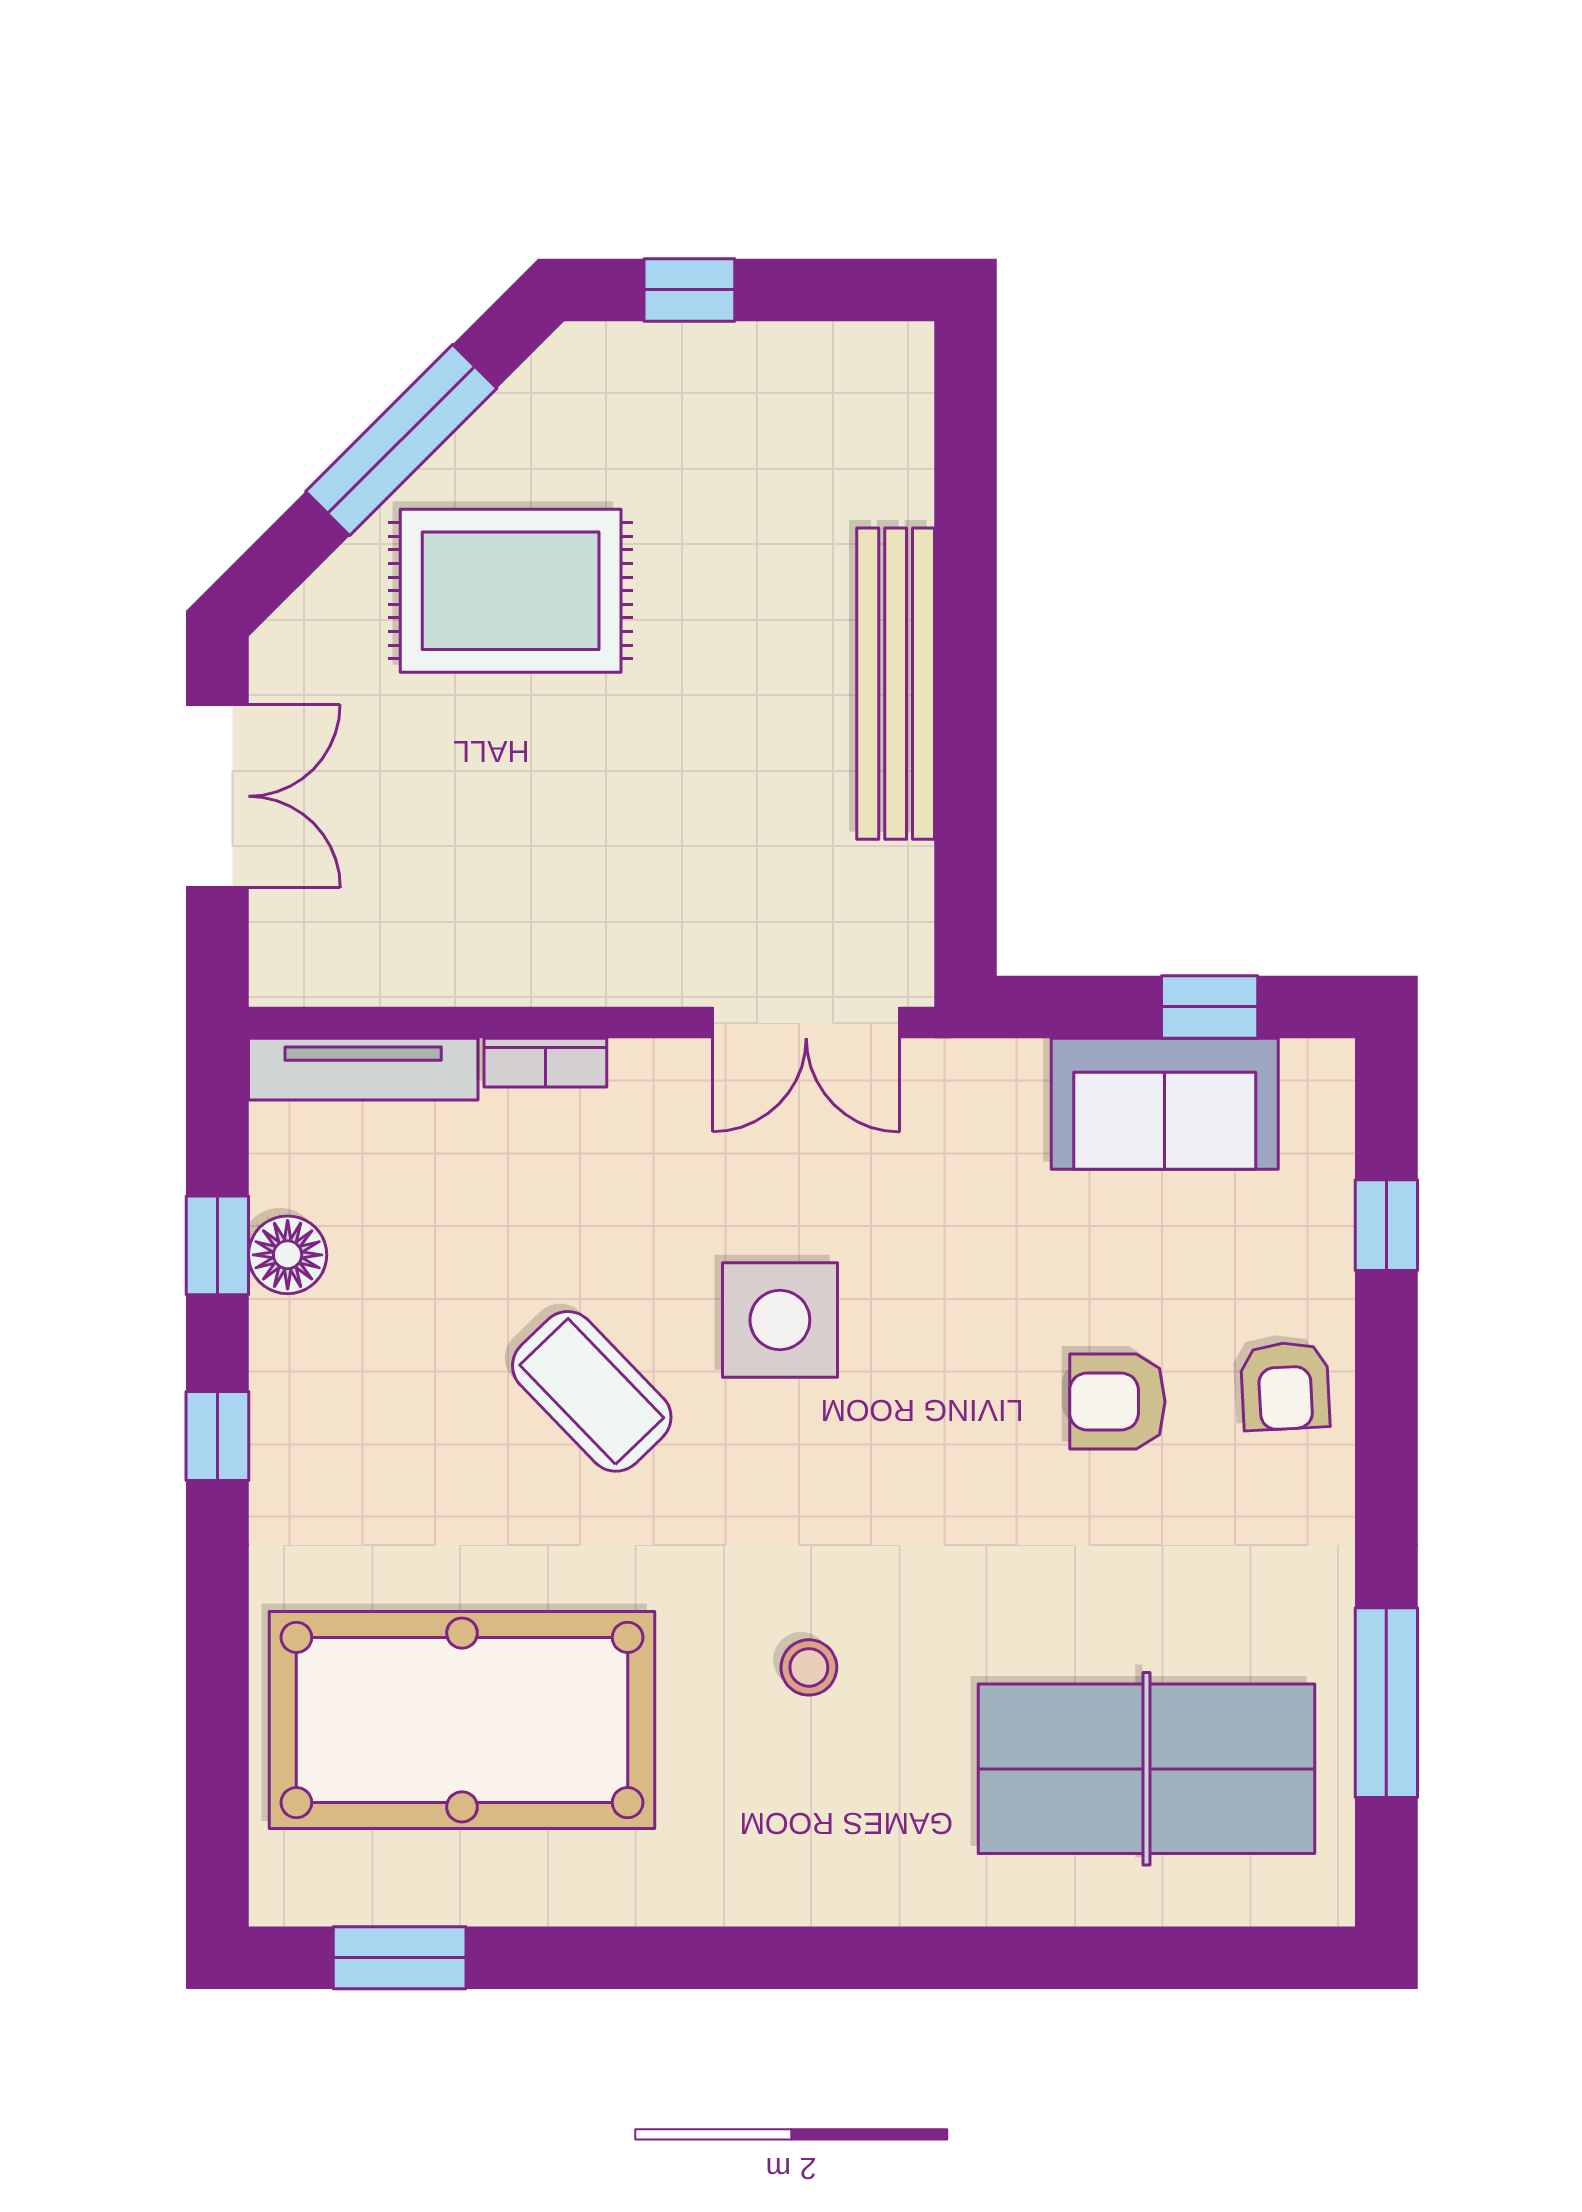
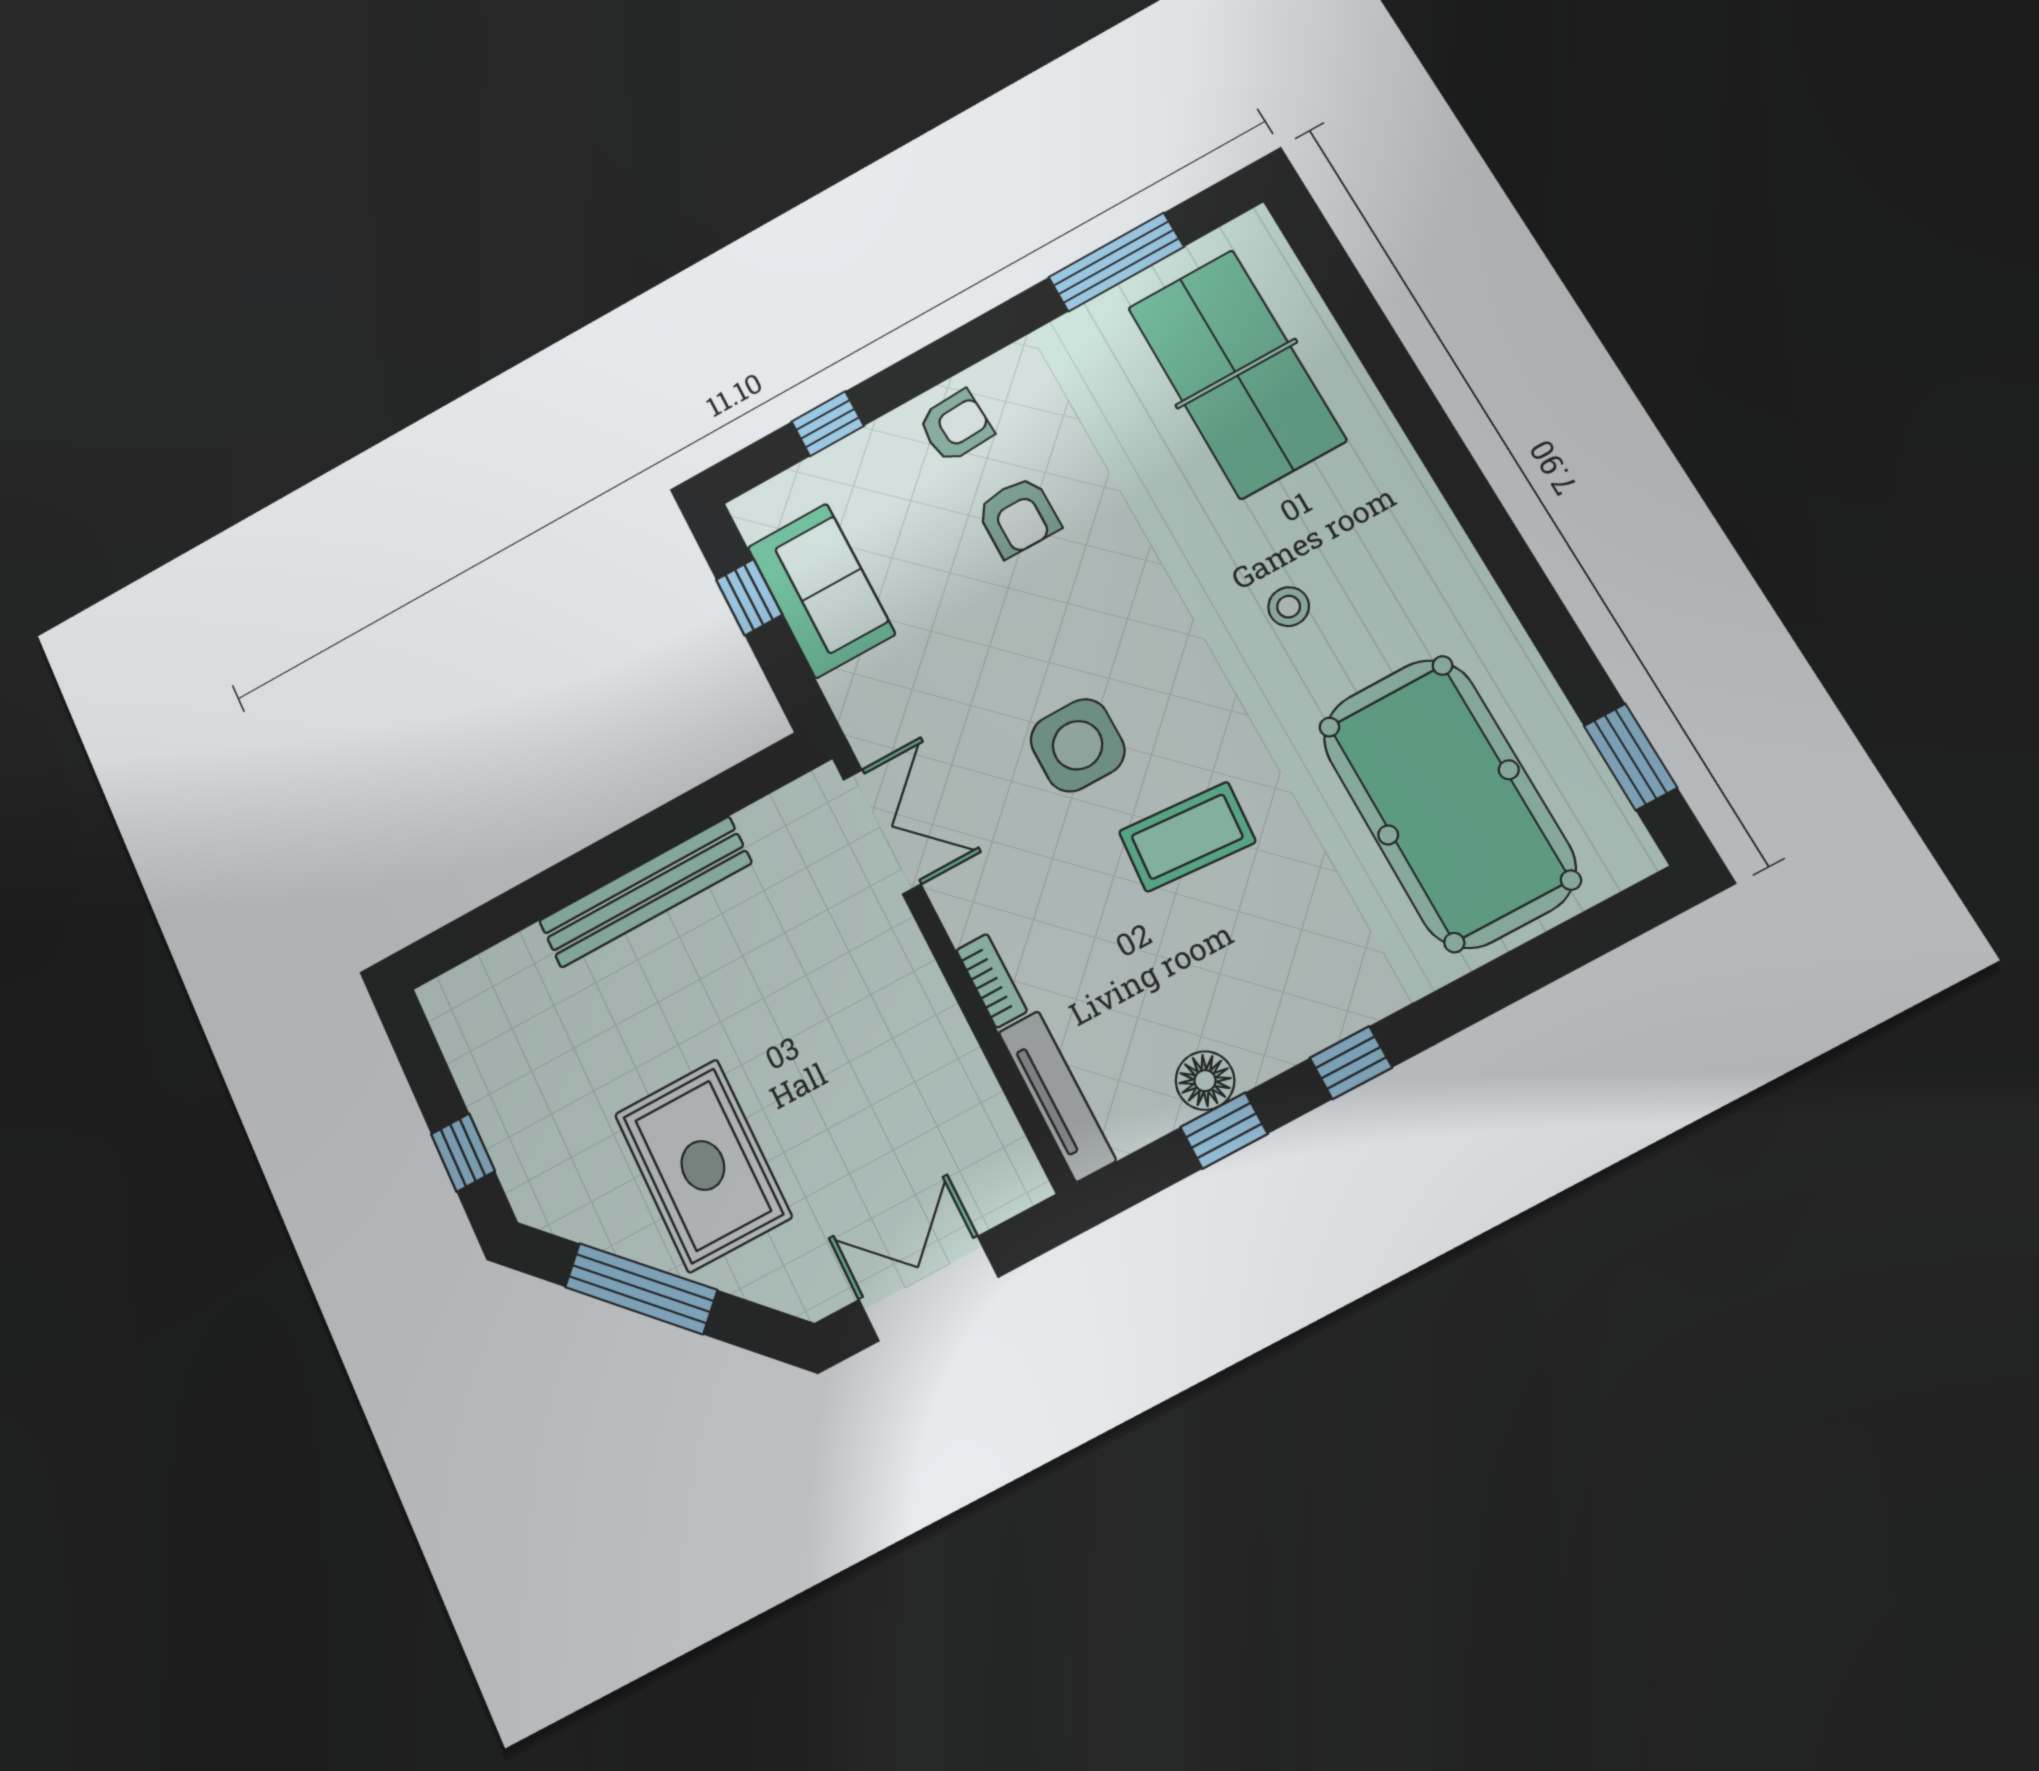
coffee table: (592, 1391) -> (1187, 837), turned 48

